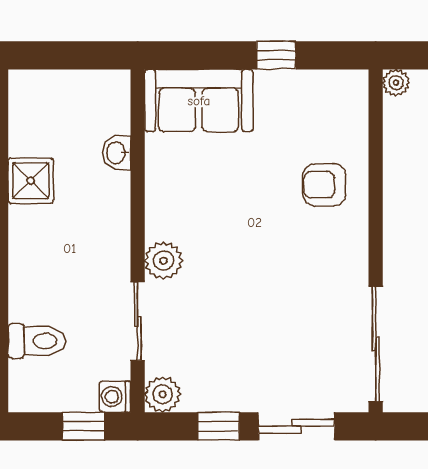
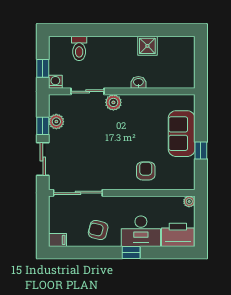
sofa: (199, 101) -> (182, 134), moved
washbasin: (117, 153) -> (138, 82), moved
plant: (163, 394) -> (56, 122), moved

